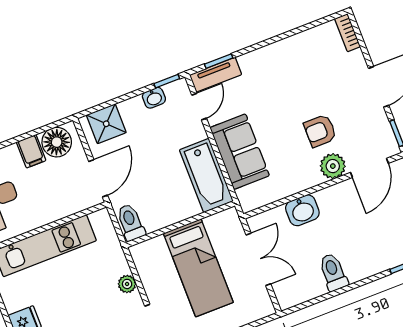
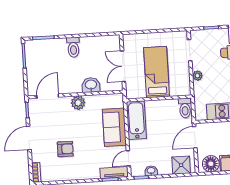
armchair: (320, 131) -> (65, 149), moved
plant: (333, 166) -> (78, 103), moved
toilet: (333, 272) -> (73, 47), moved

